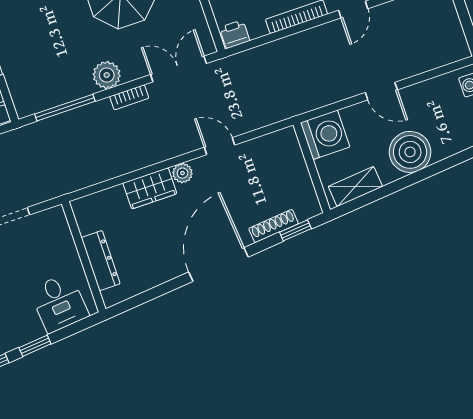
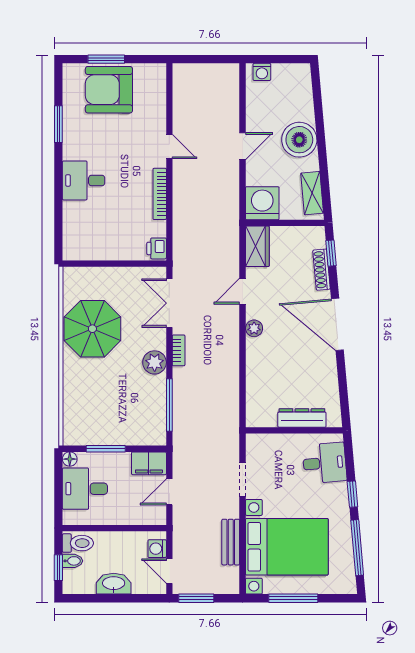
wardrobe: (150, 188) -> (257, 246), moved

